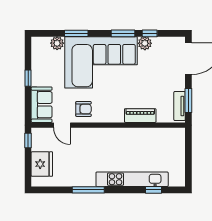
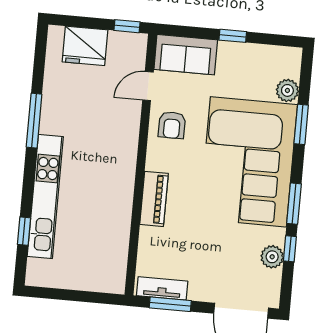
plant: (145, 43) -> (272, 257), moved
piano: (140, 116) -> (154, 199), moved

